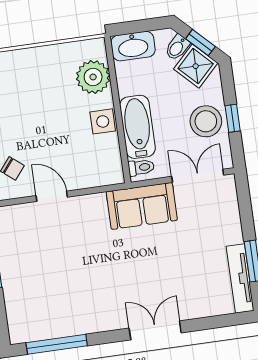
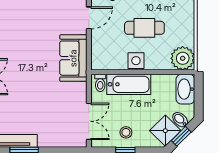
plant: (93, 77) -> (183, 58), moved
cafe table: (55, 116) -> (144, 28), added
stool: (206, 121) -> (126, 132), width x0.53, depth x0.53
sofa: (142, 206) -> (73, 58), moved

